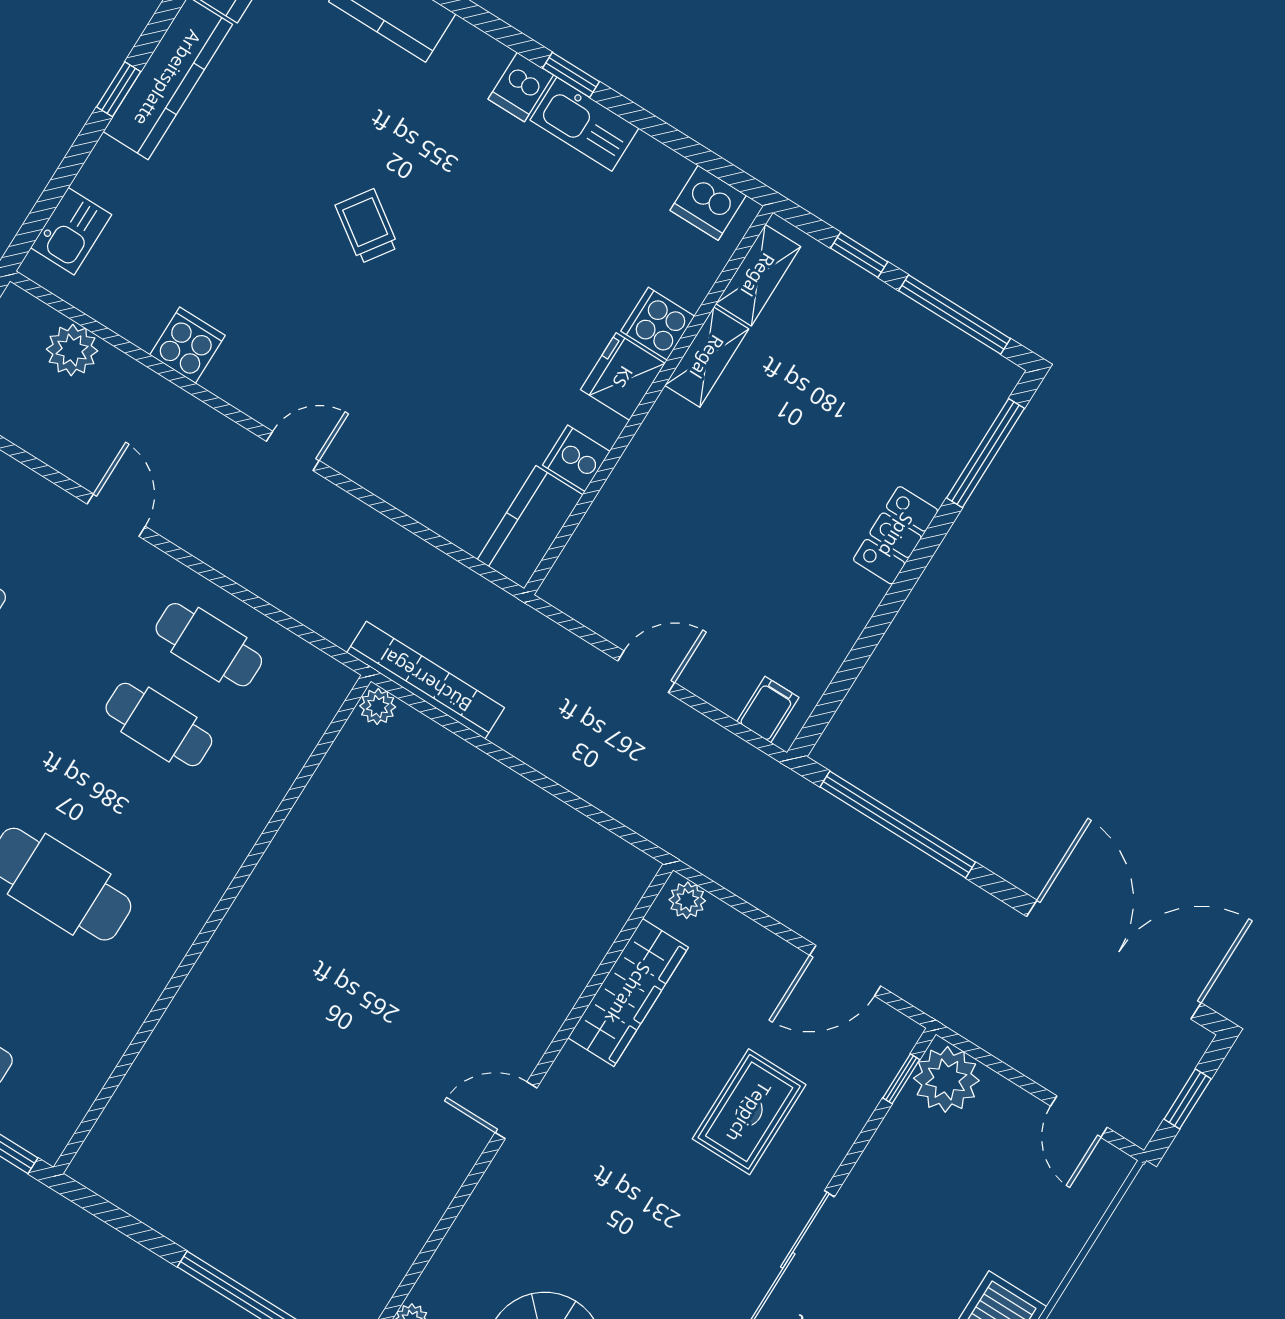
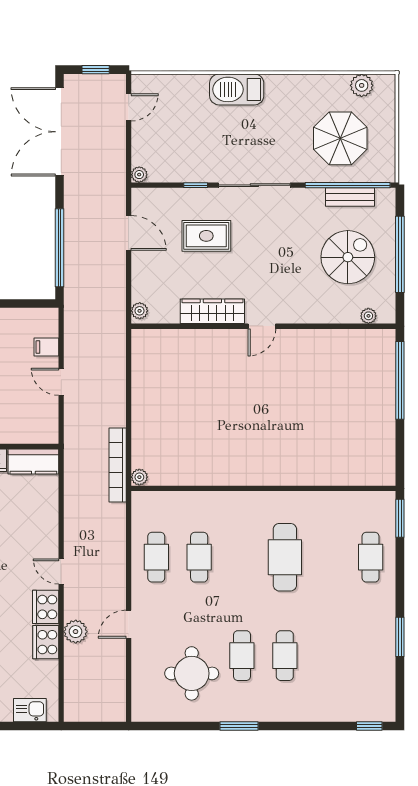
cooker: (188, 345) -> (46, 642), width x1.36
plant: (72, 350) -> (76, 632), moved
cooker: (245, 381) -> (46, 607), added
filing cabinet: (768, 710) -> (46, 347), moved
wardrobe: (628, 993) -> (212, 311), moved
window: (901, 1079) -> (196, 185), moved
plant: (946, 1079) -> (139, 175), width x0.53, depth x0.53
door: (516, 1110) -> (262, 326), hinge flipped

